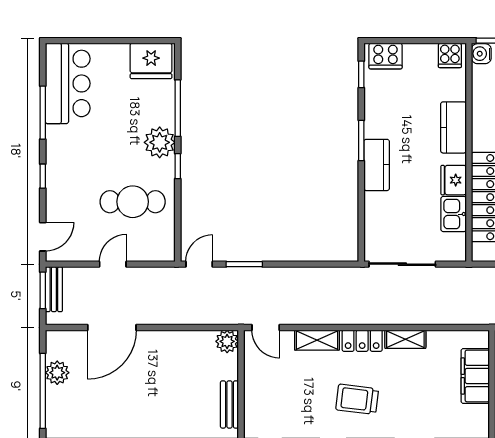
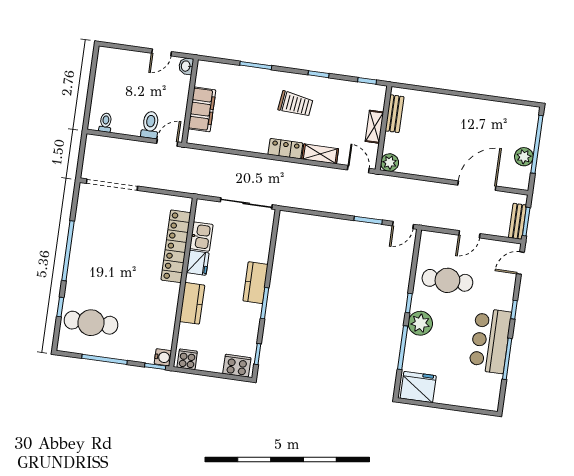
bar counter: (68, 83) -> (490, 341), moved
shelving: (405, 339) -> (374, 127), moved, turned 90

